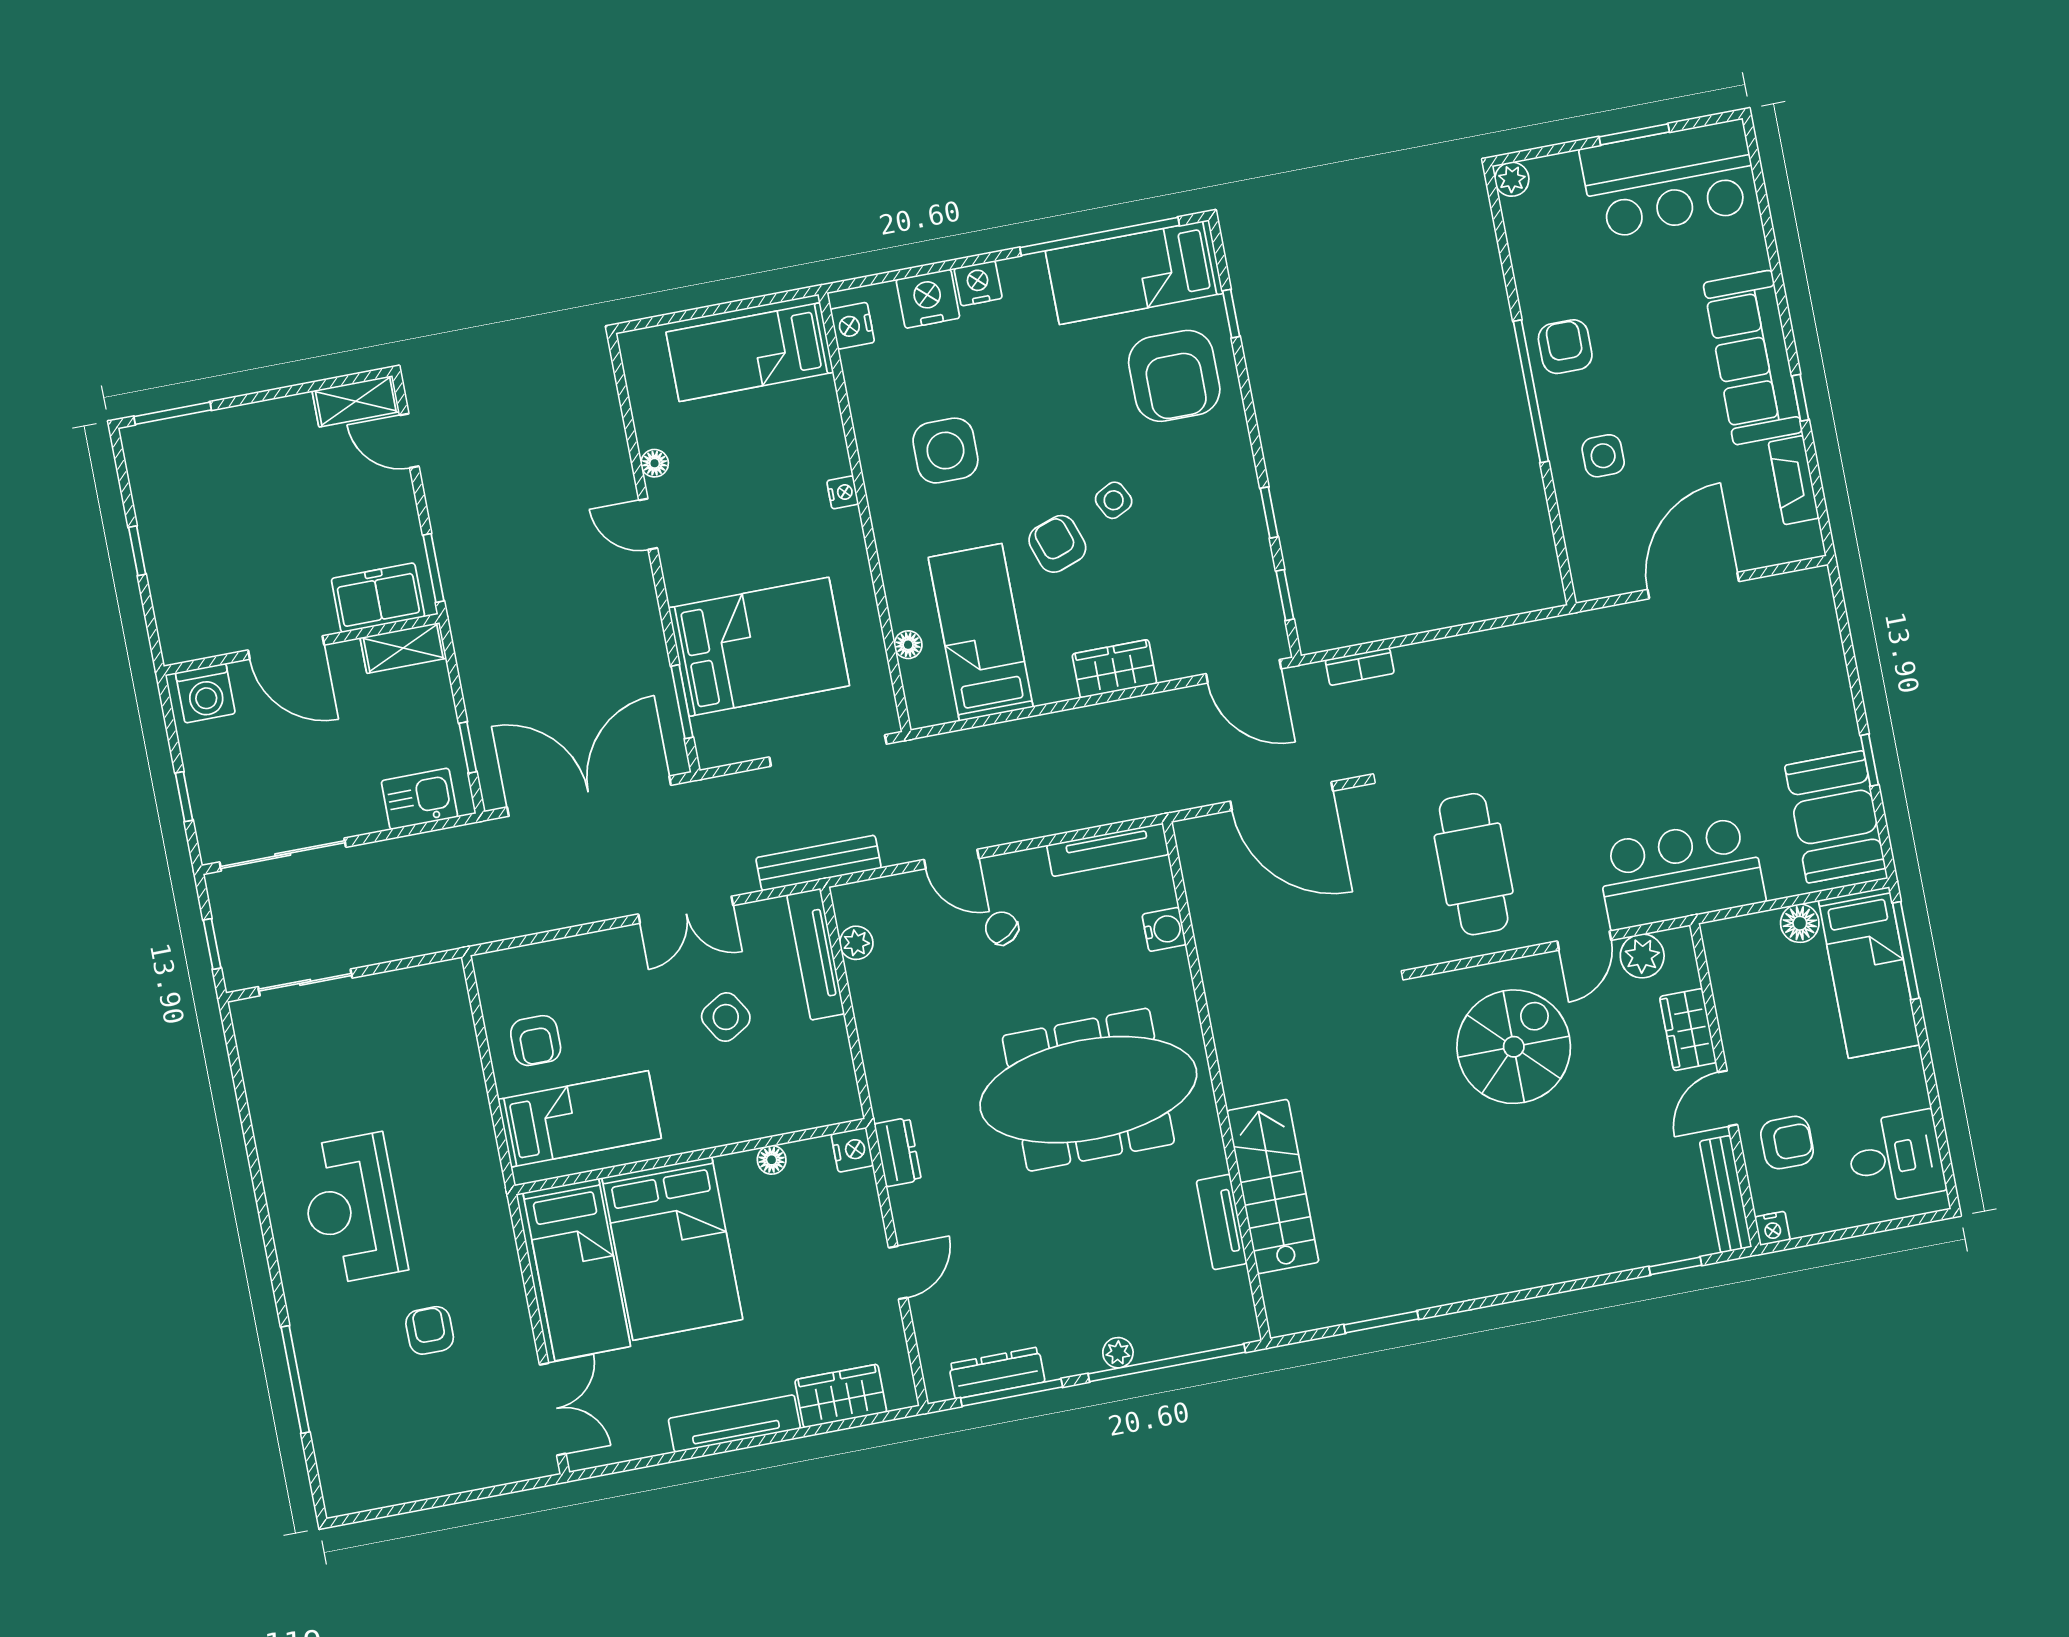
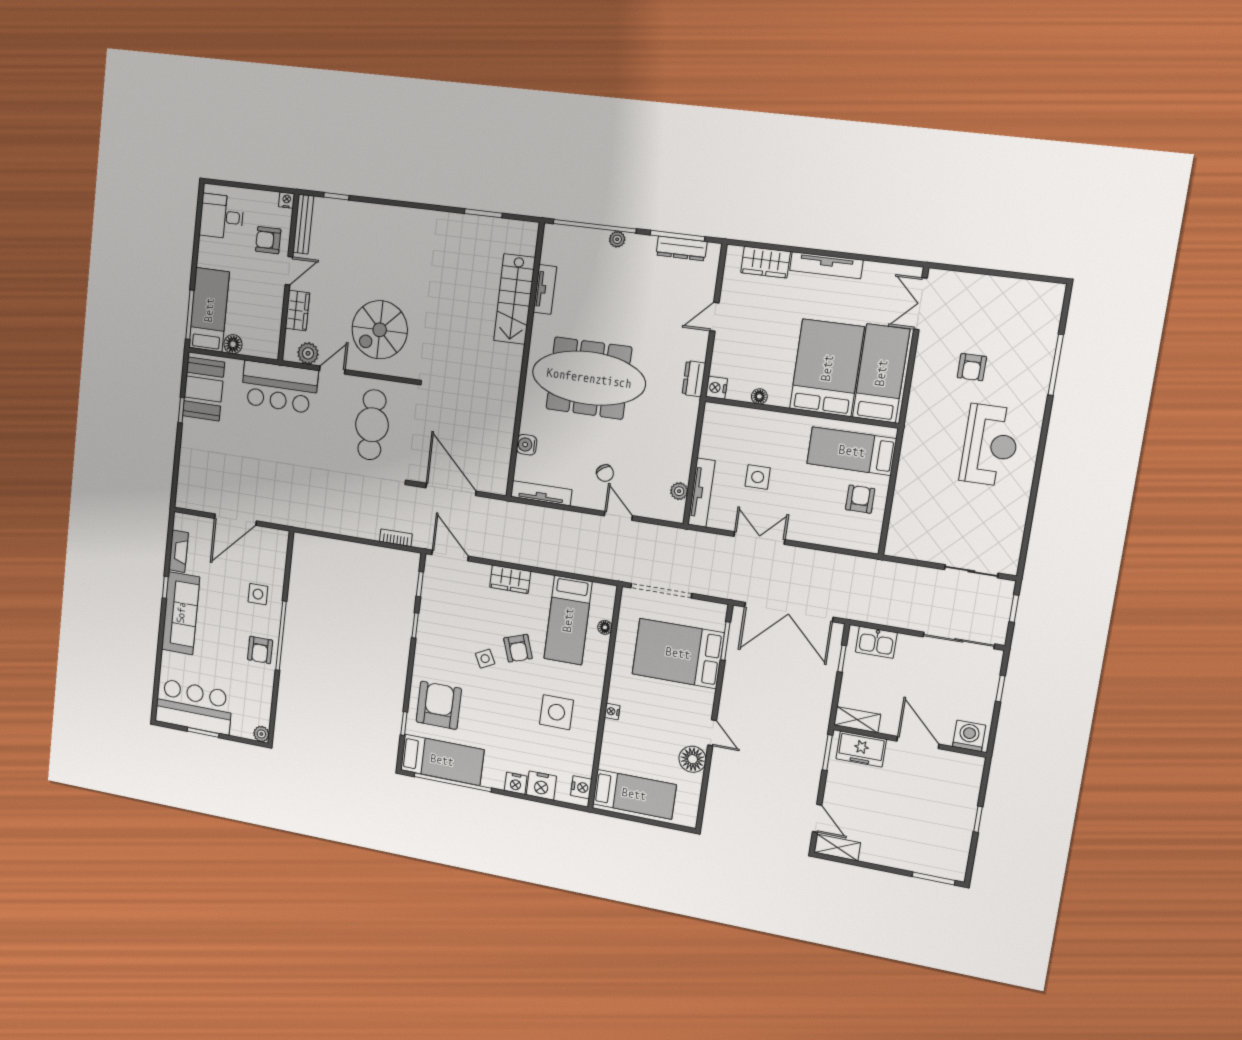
floor lamp: (655, 463) -> (693, 759), width x1.89, depth x1.89
bench: (819, 863) -> (685, 537), removed
side table: (726, 1017) -> (758, 477), turned 31

